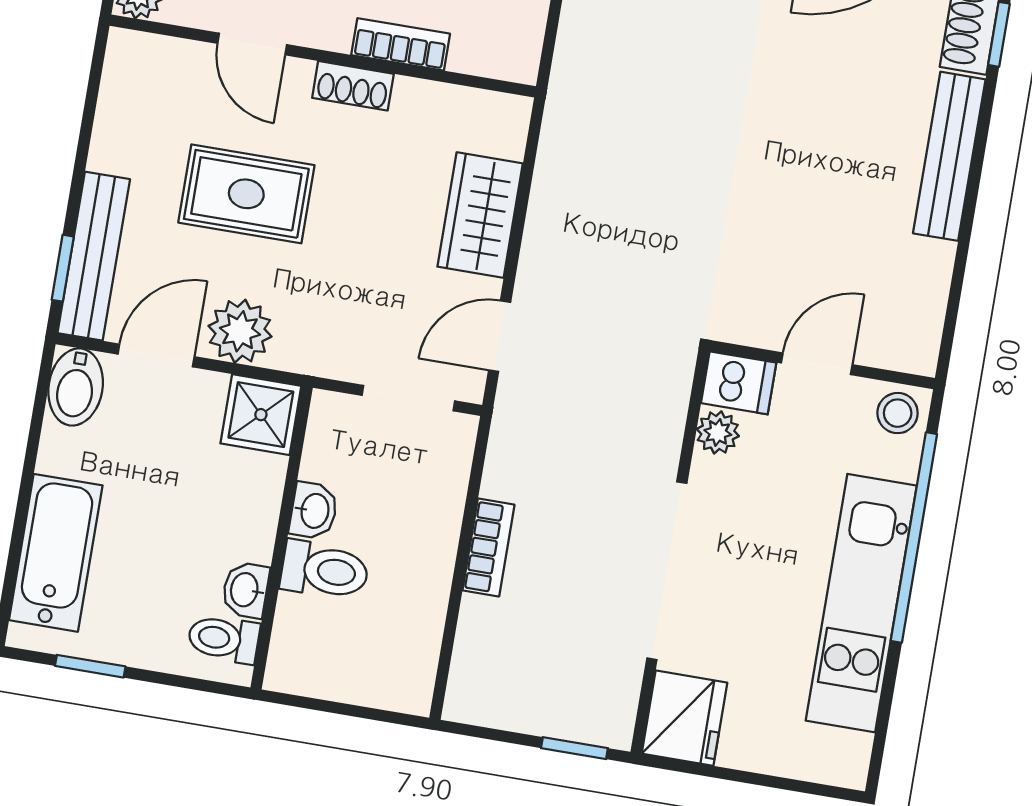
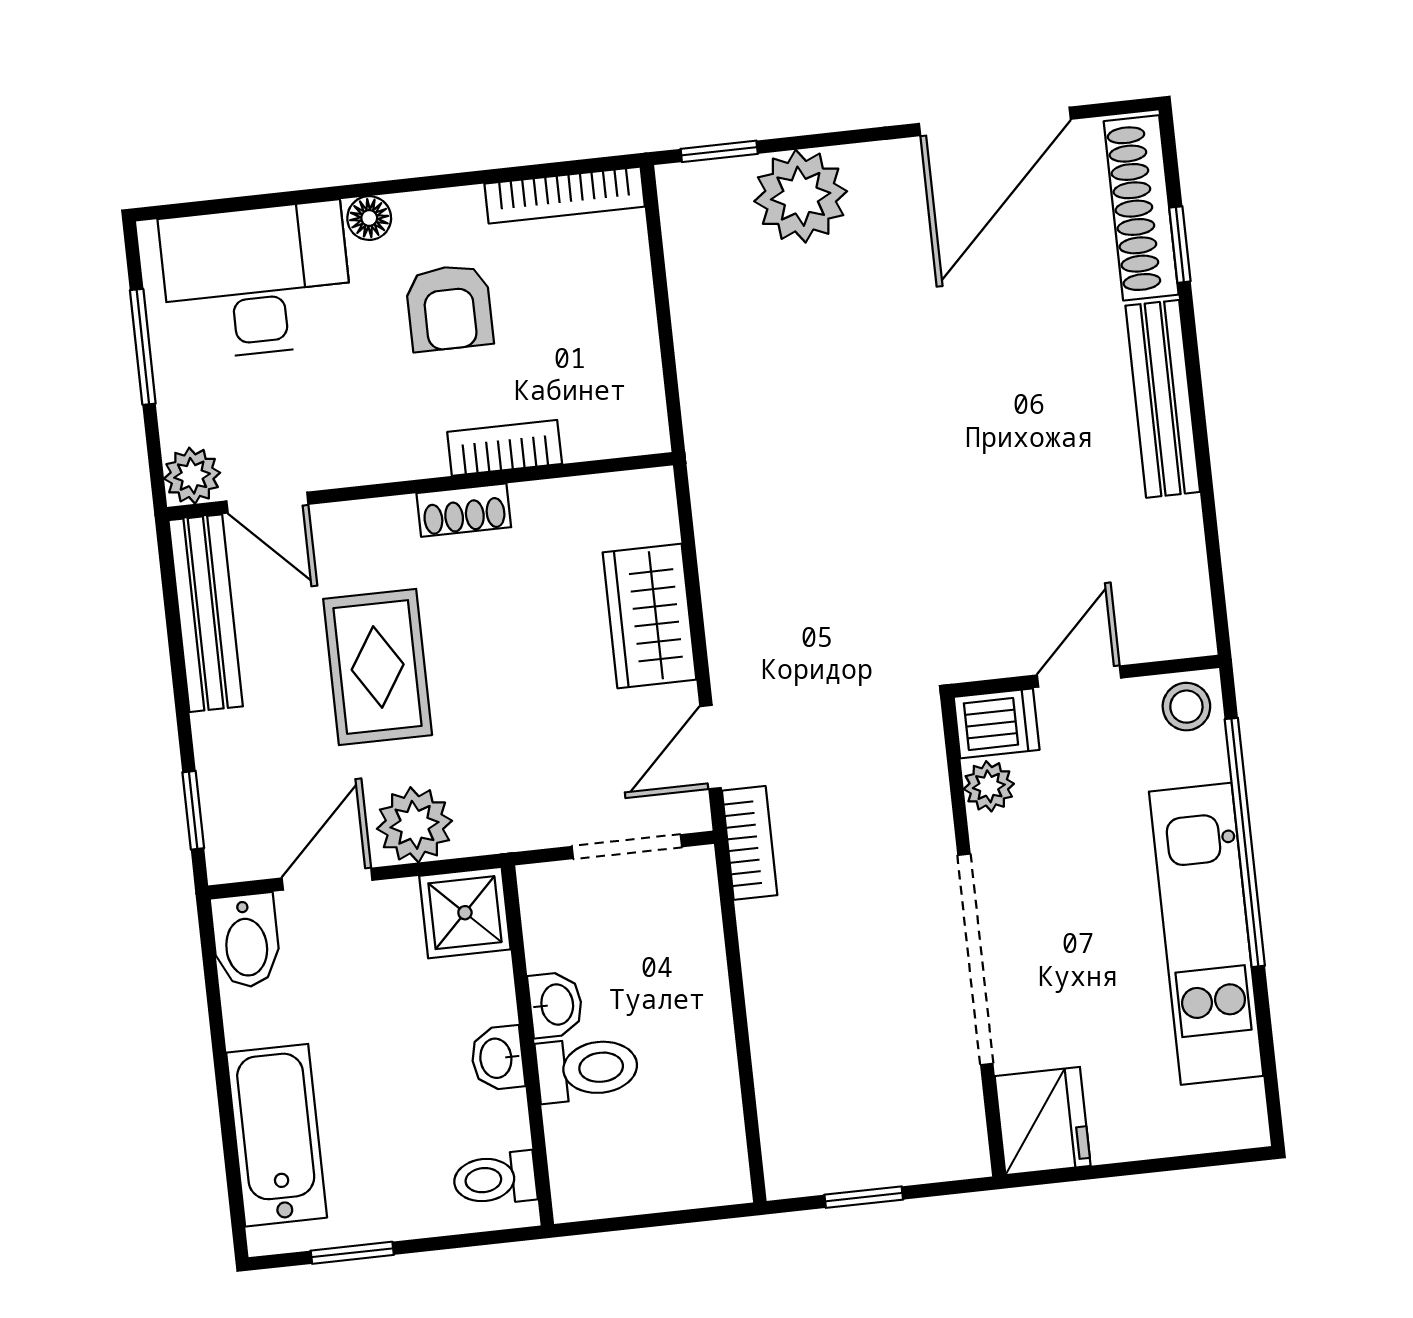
door: (252, 44) -> (267, 503), moved
rug: (246, 194) -> (378, 667), turned 90
bench: (94, 256) -> (206, 613), moved
bookcase: (488, 548) -> (750, 843), moved
washbasin: (245, 590) -> (497, 1058), moved
window: (574, 748) -> (864, 1197), moved

